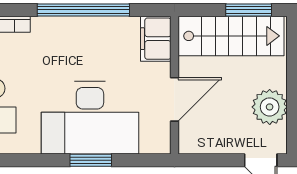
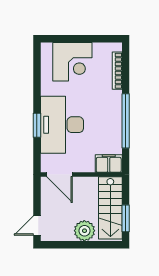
door: (174, 99) -> (59, 175), moved
plant: (270, 107) -> (84, 231), moved

